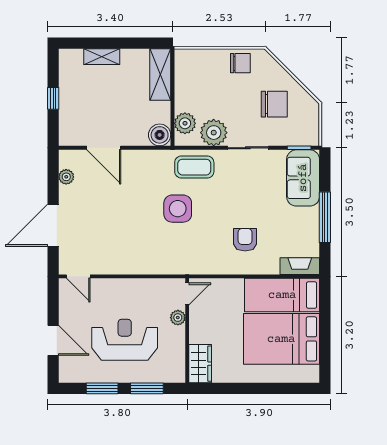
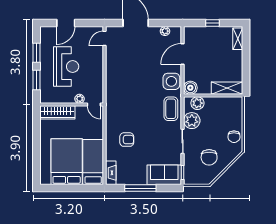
shelving: (102, 57) -> (238, 39), moved
side table: (178, 209) -> (171, 81), moved
wardrobe: (200, 364) -> (57, 112), width x1.50

